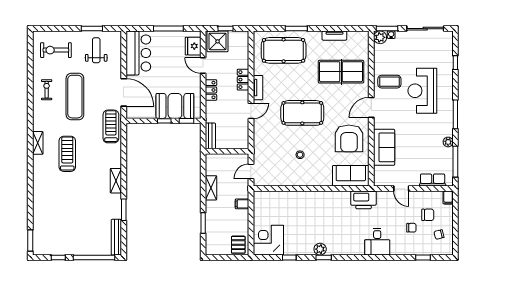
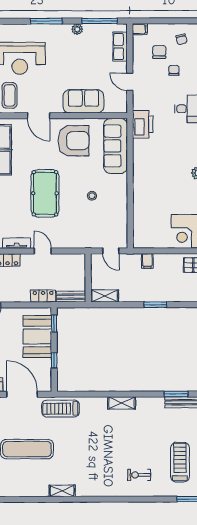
exercise bike: (47, 90) -> (139, 475), moved
locker: (211, 90) -> (43, 296), moved
door: (124, 92) -> (22, 394), hinge flipped
window: (164, 121) -> (54, 360), moved
shelving: (38, 143) -> (62, 491), moved
treadmill: (67, 154) -> (180, 462), moved, turned 90
sofa: (351, 176) -> (116, 146), width x1.36
shelving: (211, 188) -> (105, 296), moved
door: (401, 189) -> (130, 82), swing flipped
window: (124, 210) -> (176, 394), moved
window: (203, 223) -> (155, 305), moved

